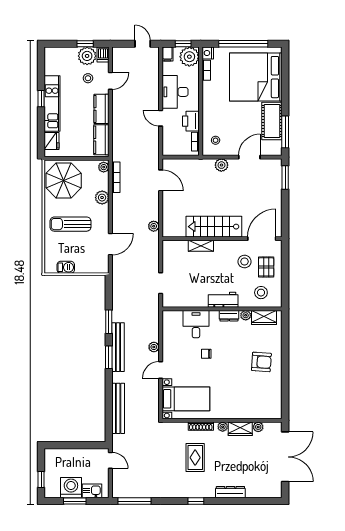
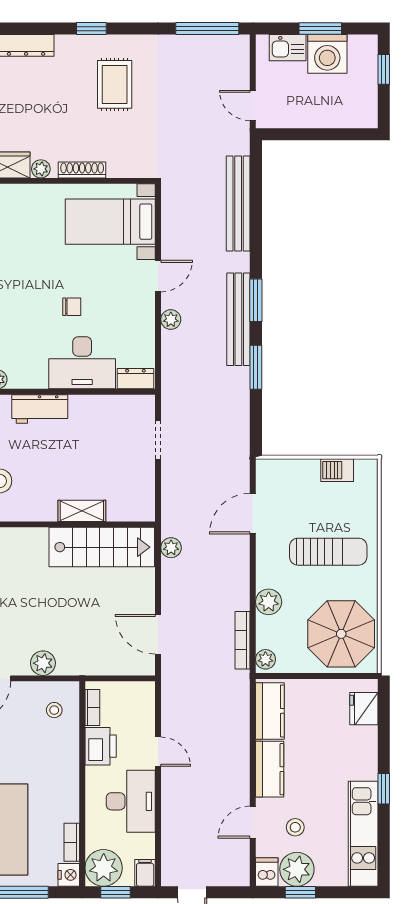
kitchen unit: (52, 103) -> (363, 834), moved
stairs: (214, 227) -> (102, 547), moved
dresser: (229, 316) -> (135, 379), moved
desk: (196, 324) -> (82, 363), width x1.37
rug: (195, 458) -> (115, 84), moved

